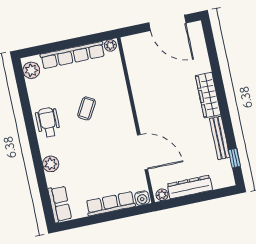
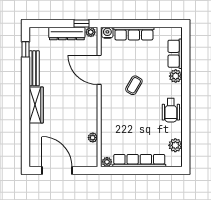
plant: (31, 70) -> (175, 145), moved
plant: (133, 71) -> (93, 138), added
coffee table: (87, 108) -> (134, 85), moved
window: (175, 203) -> (81, 24), added
row of seats: (60, 204) -> (175, 54), moved

